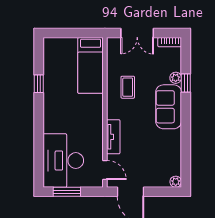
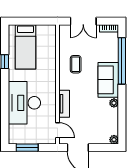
bed: (91, 65) -> (26, 47), moved
plant: (176, 78) -> (114, 103), moved
window: (186, 83) -> (122, 61), width x3.17
desk: (63, 161) -> (24, 103), moved

